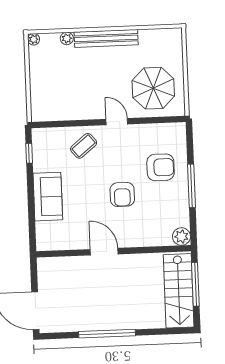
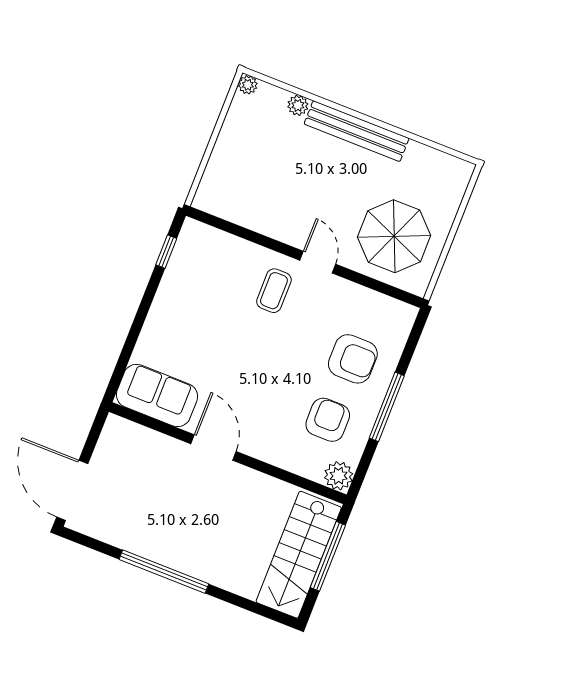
coffee table: (84, 146) -> (274, 291), moved, turned -51
armchair: (122, 194) -> (328, 420), moved, turned 180
sofa: (48, 197) -> (157, 396), moved, turned -90

